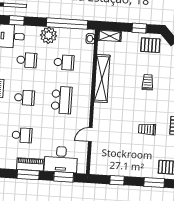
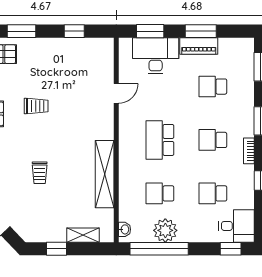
plant: (49, 35) -> (165, 230), moved
shelving: (110, 36) -> (83, 235), moved
pallet: (150, 45) -> (39, 226), removed

